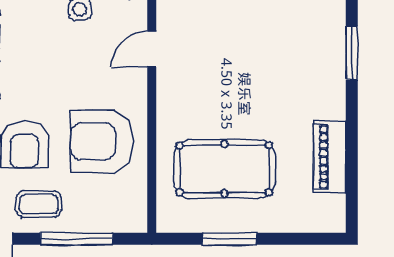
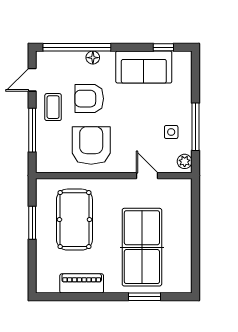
table tennis table: (270, 58) -> (142, 247), added

